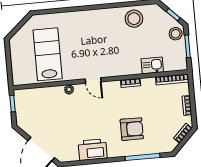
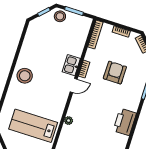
stool: (134, 19) -> (25, 76), moved
kitchen sink: (152, 65) -> (71, 65), moved
door: (93, 80) -> (74, 85), moved
armchair: (132, 129) -> (115, 73), moved

